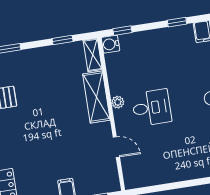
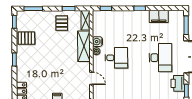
water cooler: (110, 44) -> (97, 42), moved
pallet: (55, 65) -> (62, 23), added

